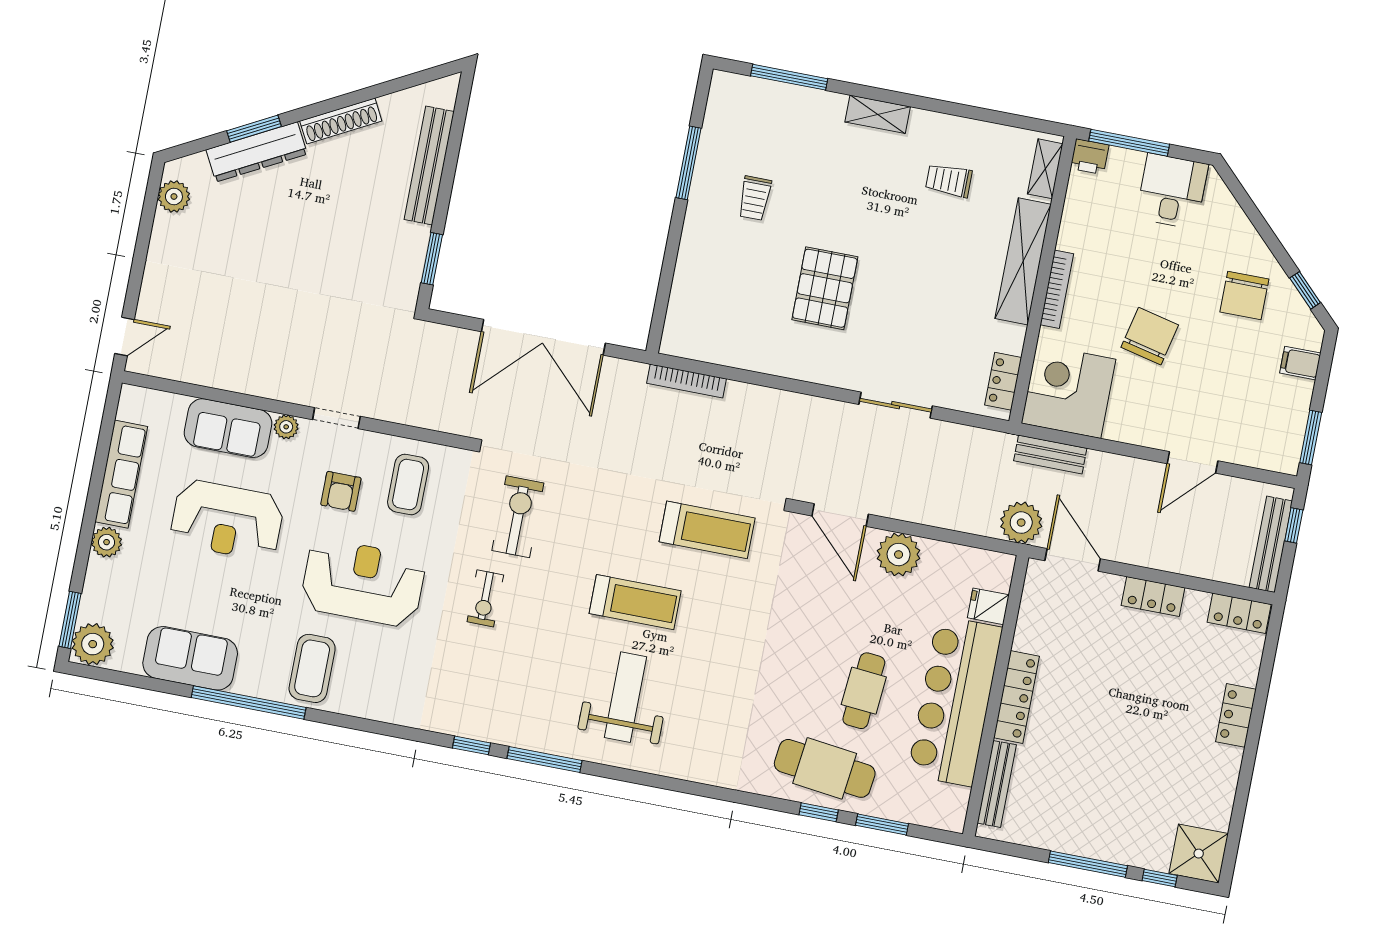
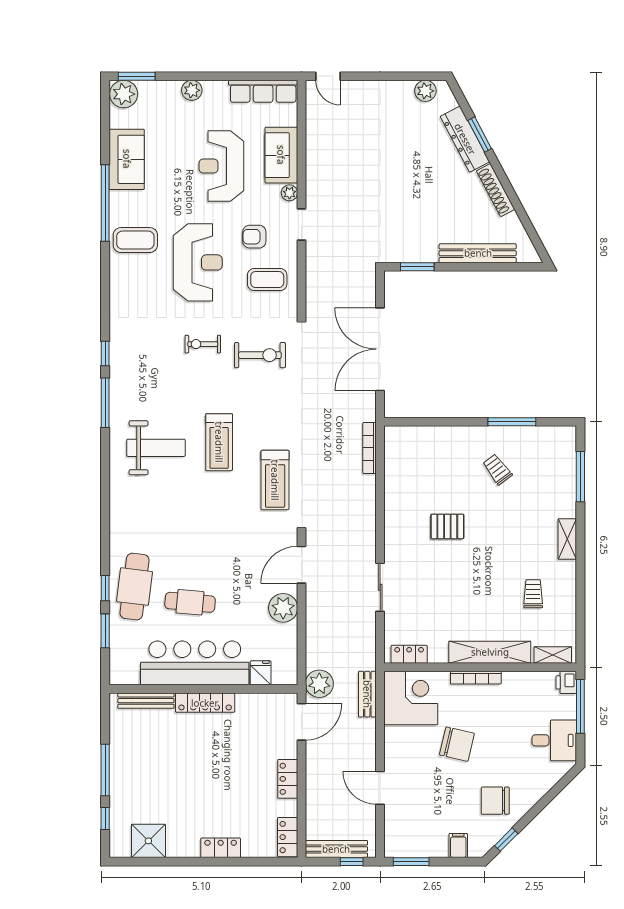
trolley: (755, 198) -> (497, 469), turned 53
pallet: (825, 288) -> (447, 526), width x0.67, depth x0.71
row of seats: (121, 474) -> (263, 91), moved
shower: (1199, 854) -> (148, 841), moved

